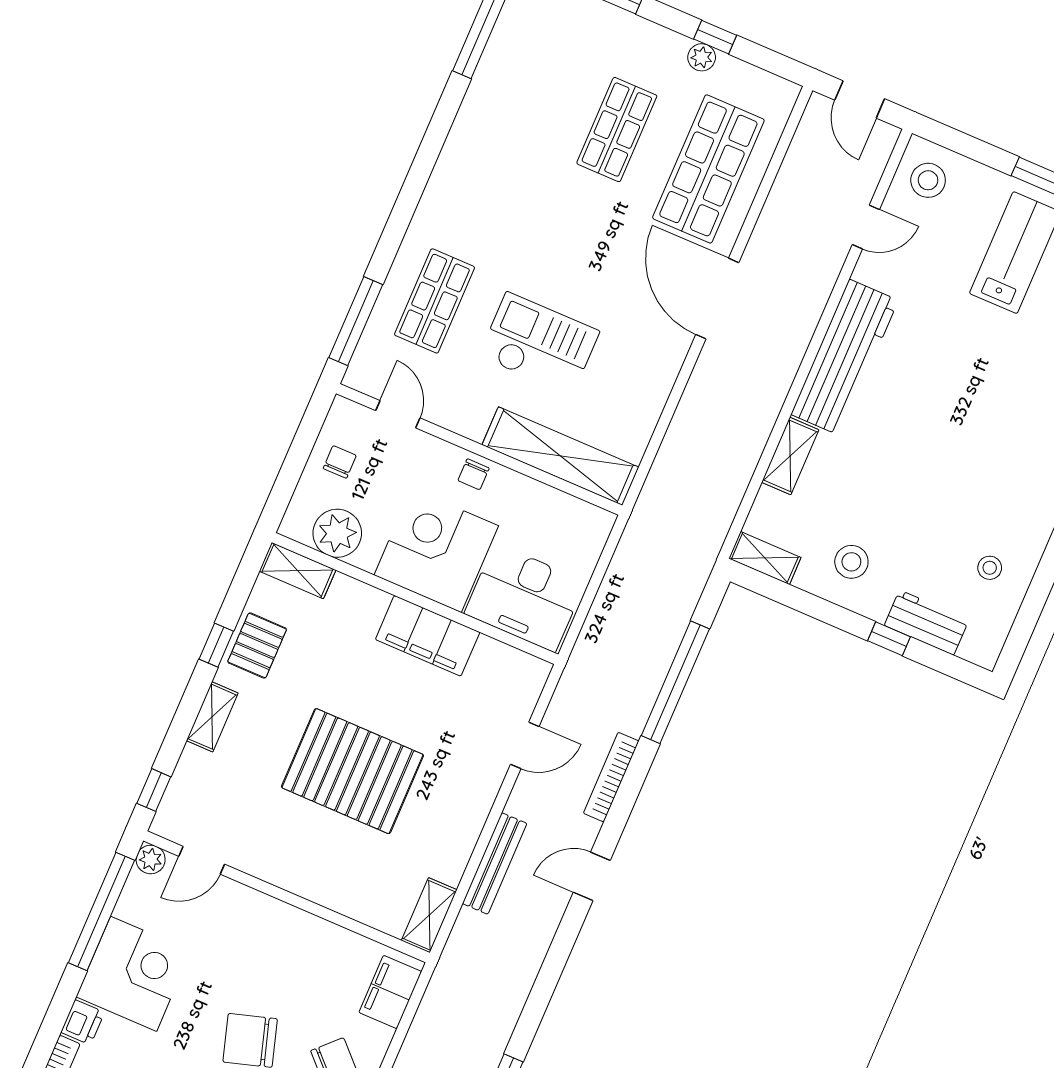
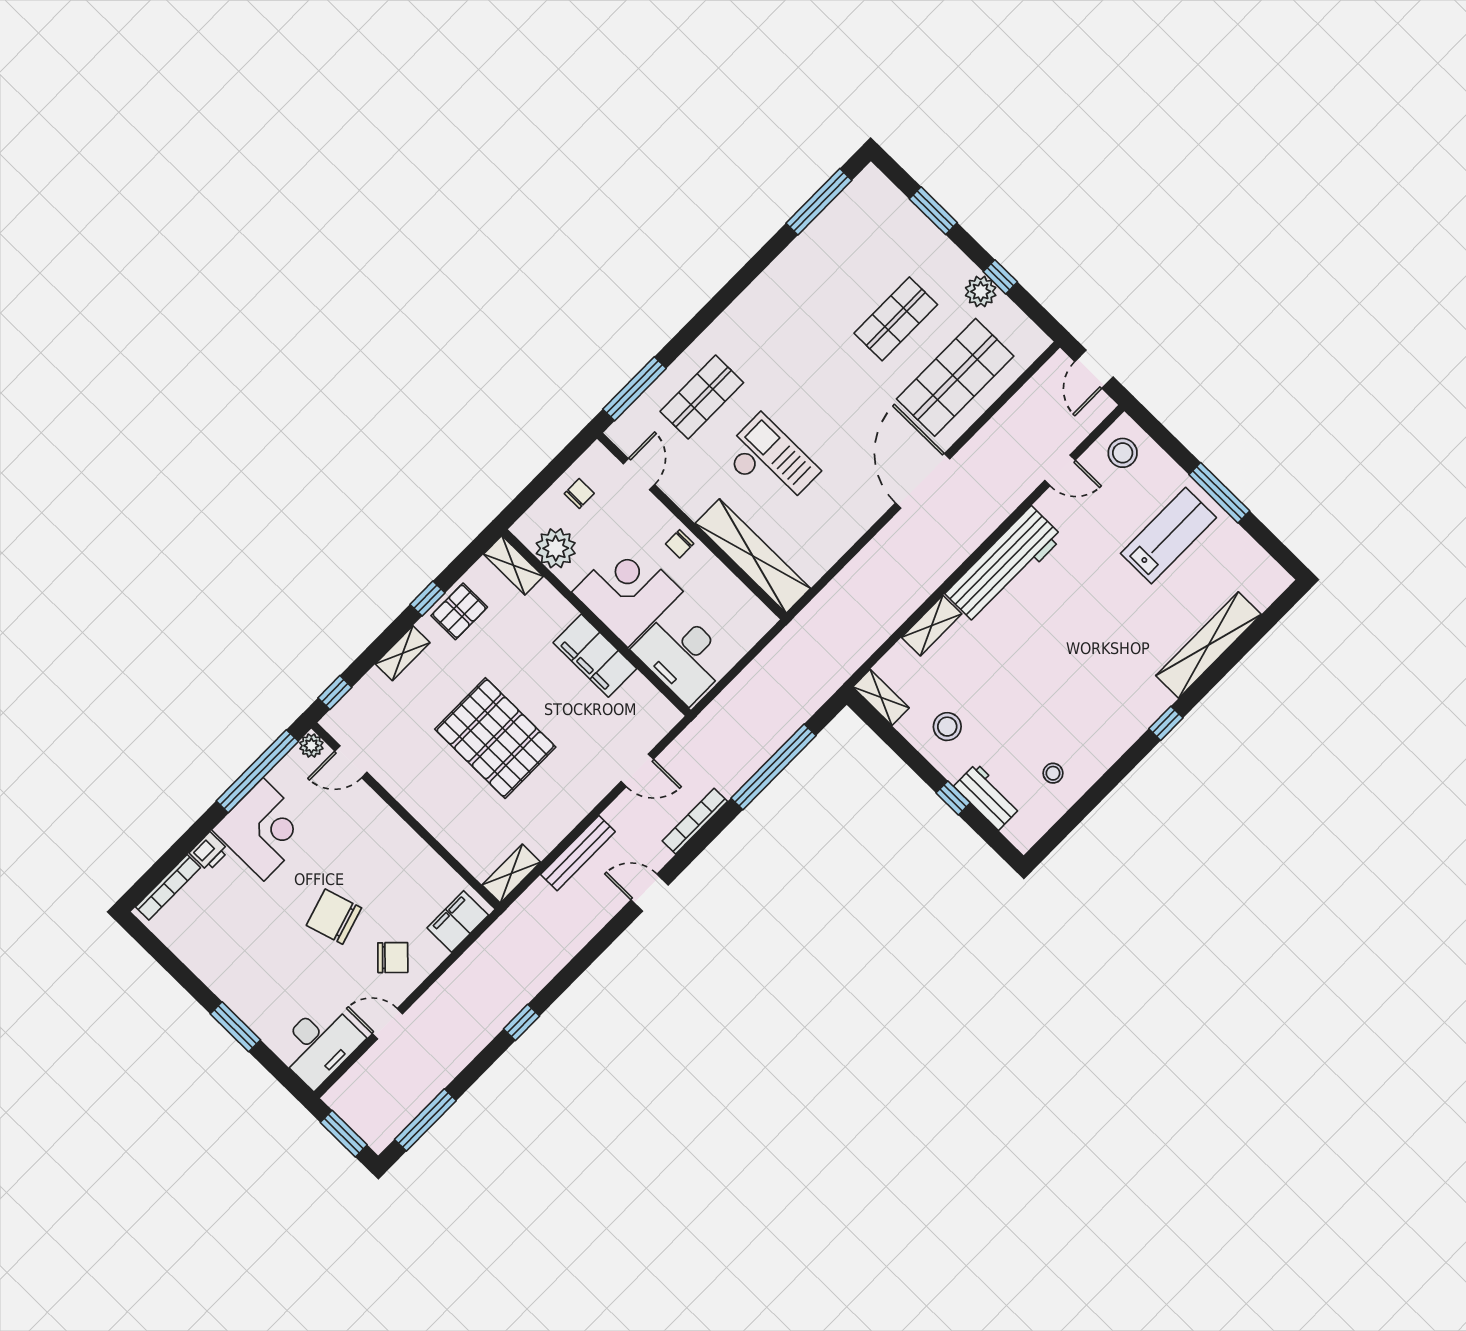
plant: (702, 57) -> (981, 291), width x1.38, depth x1.38

